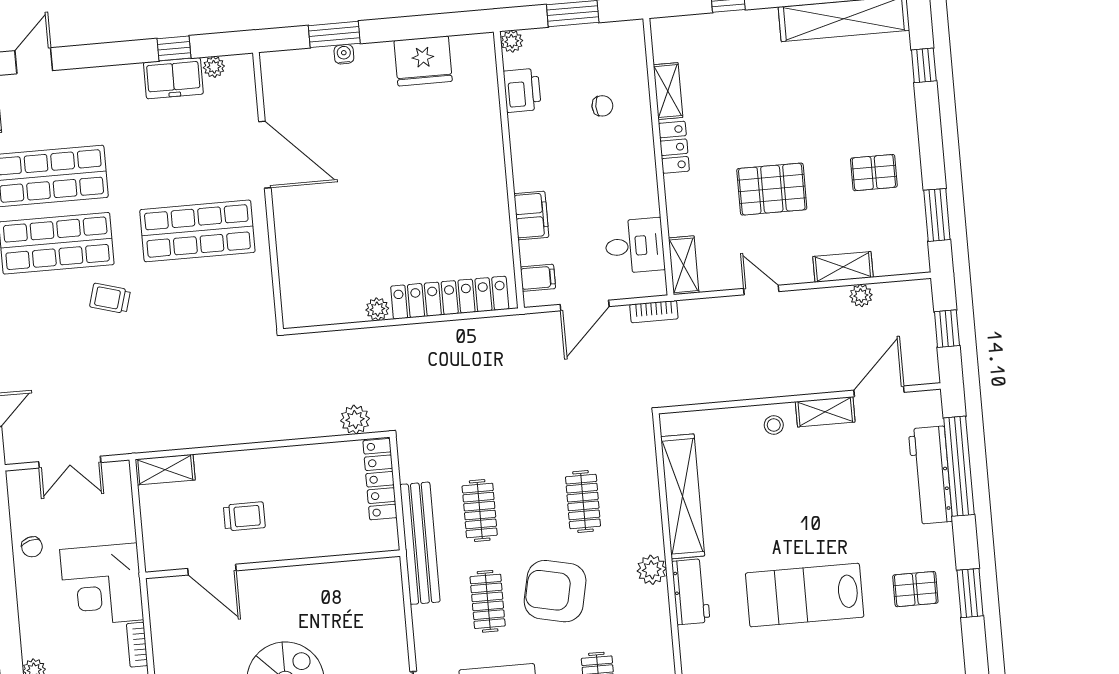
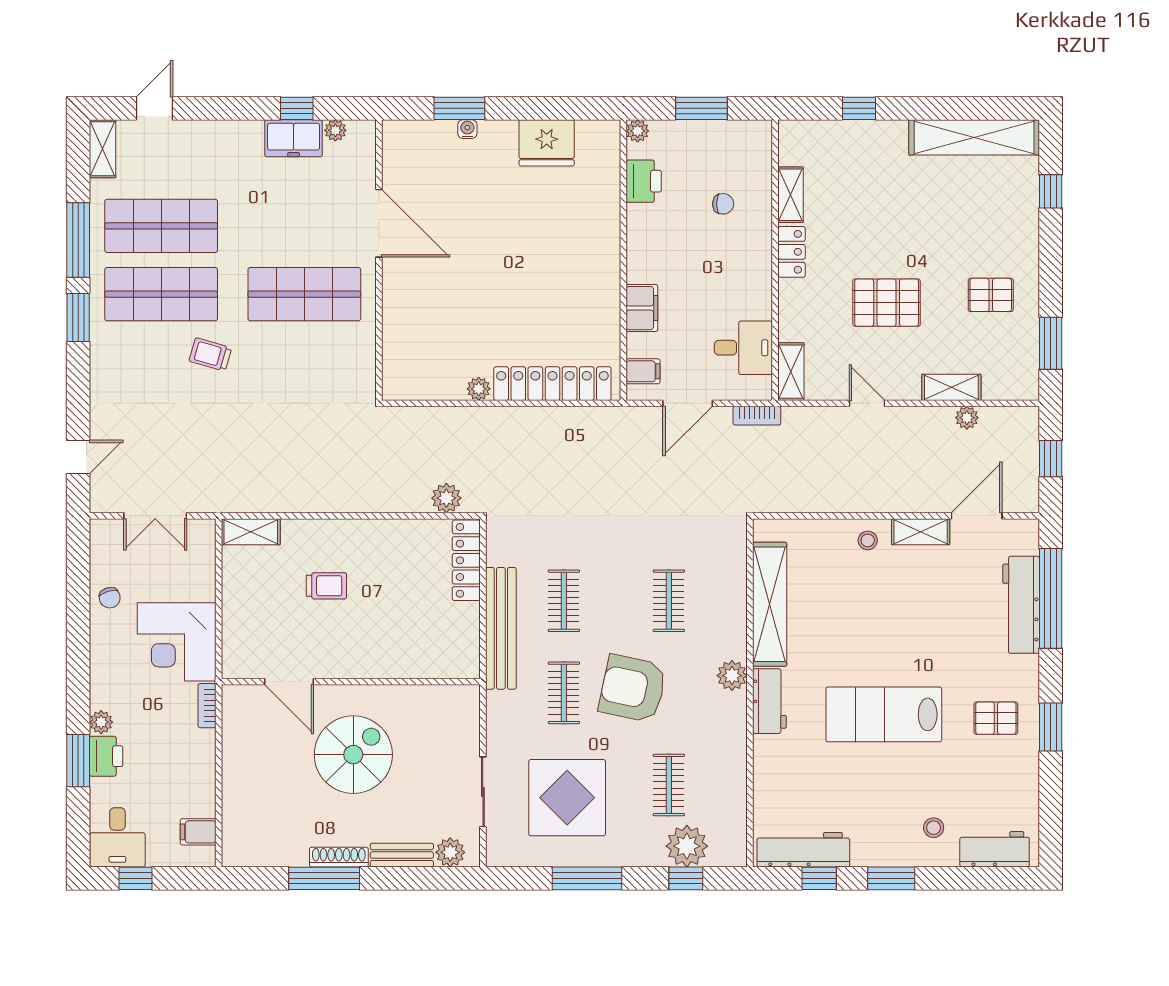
wall: (273, 564) -> (351, 682), moved
door: (212, 570) -> (289, 682), moved

